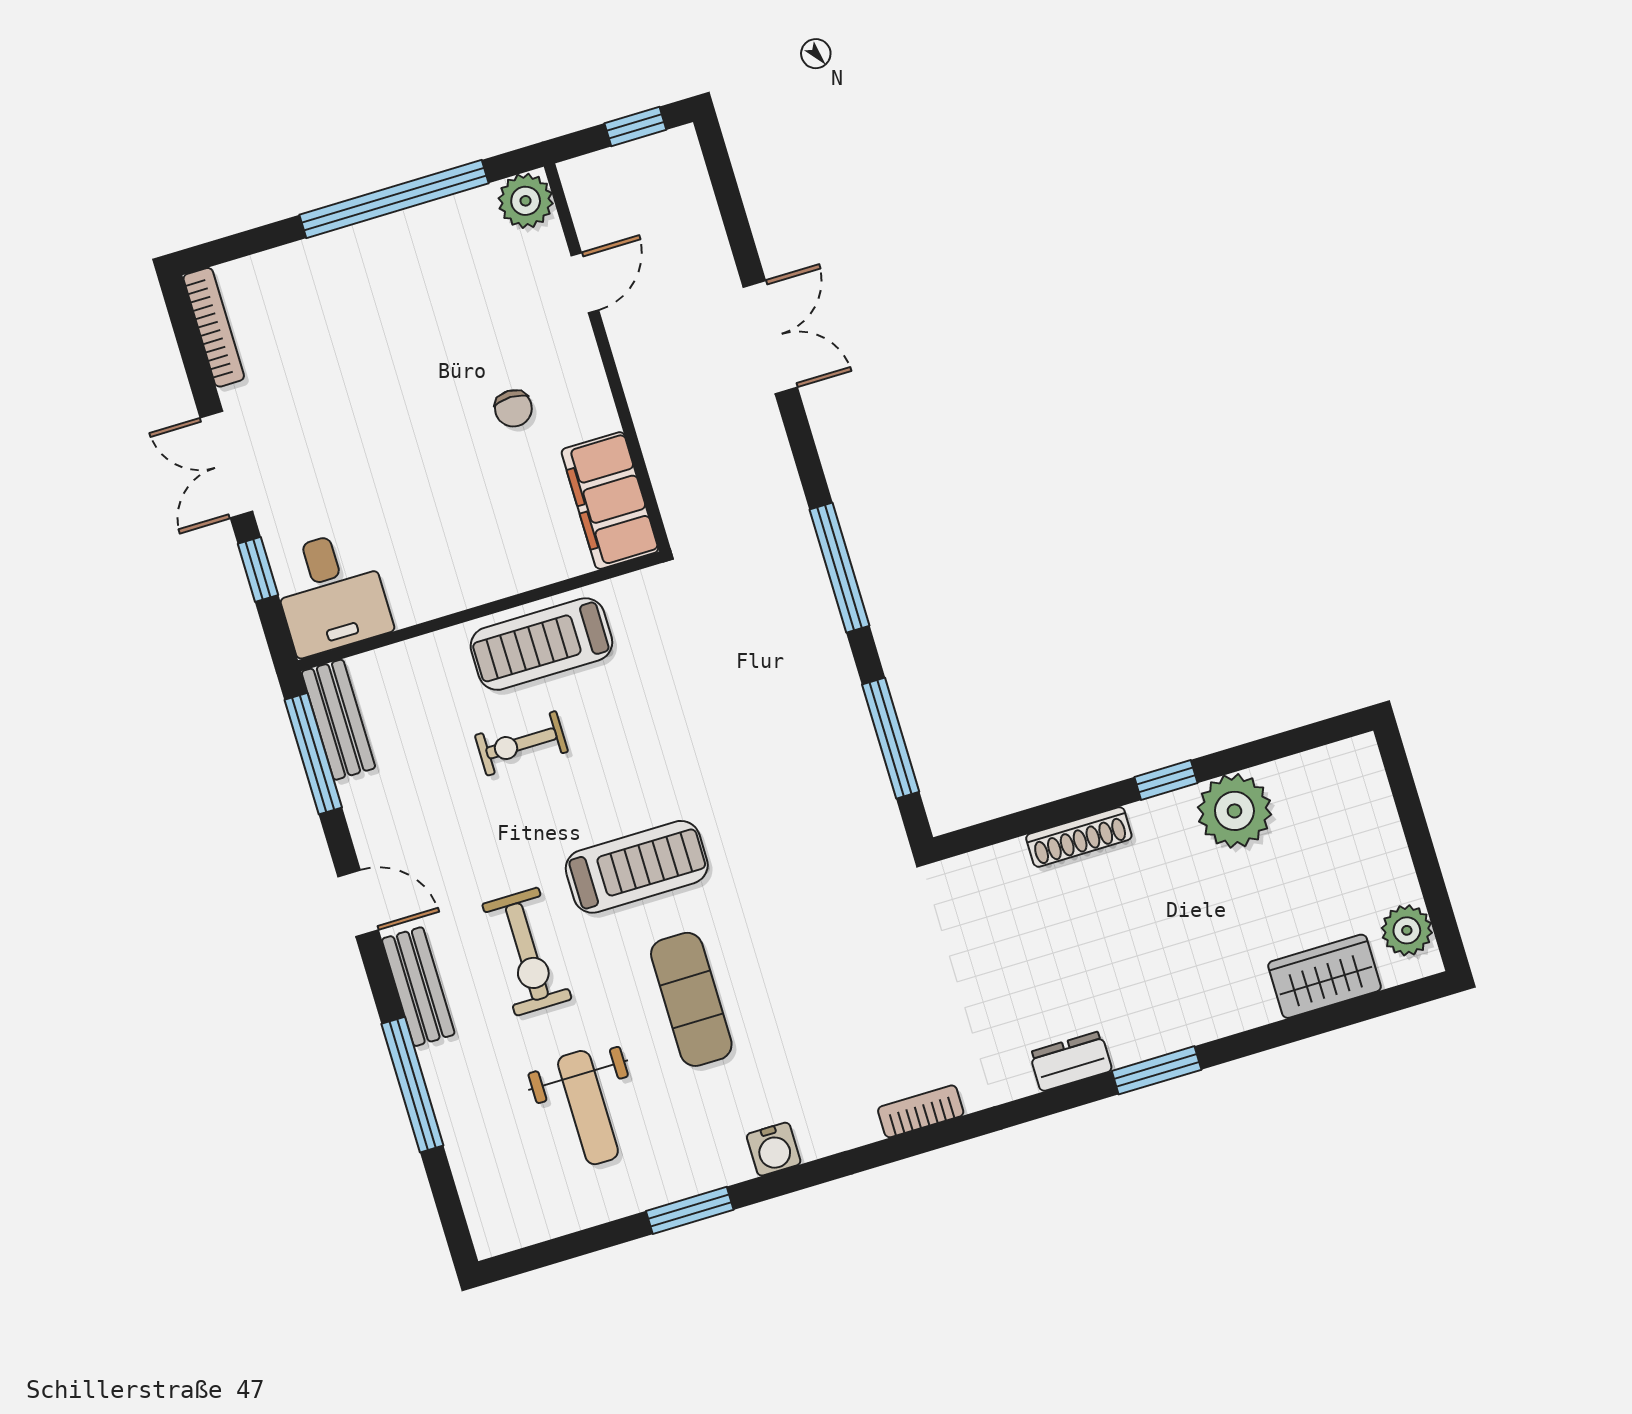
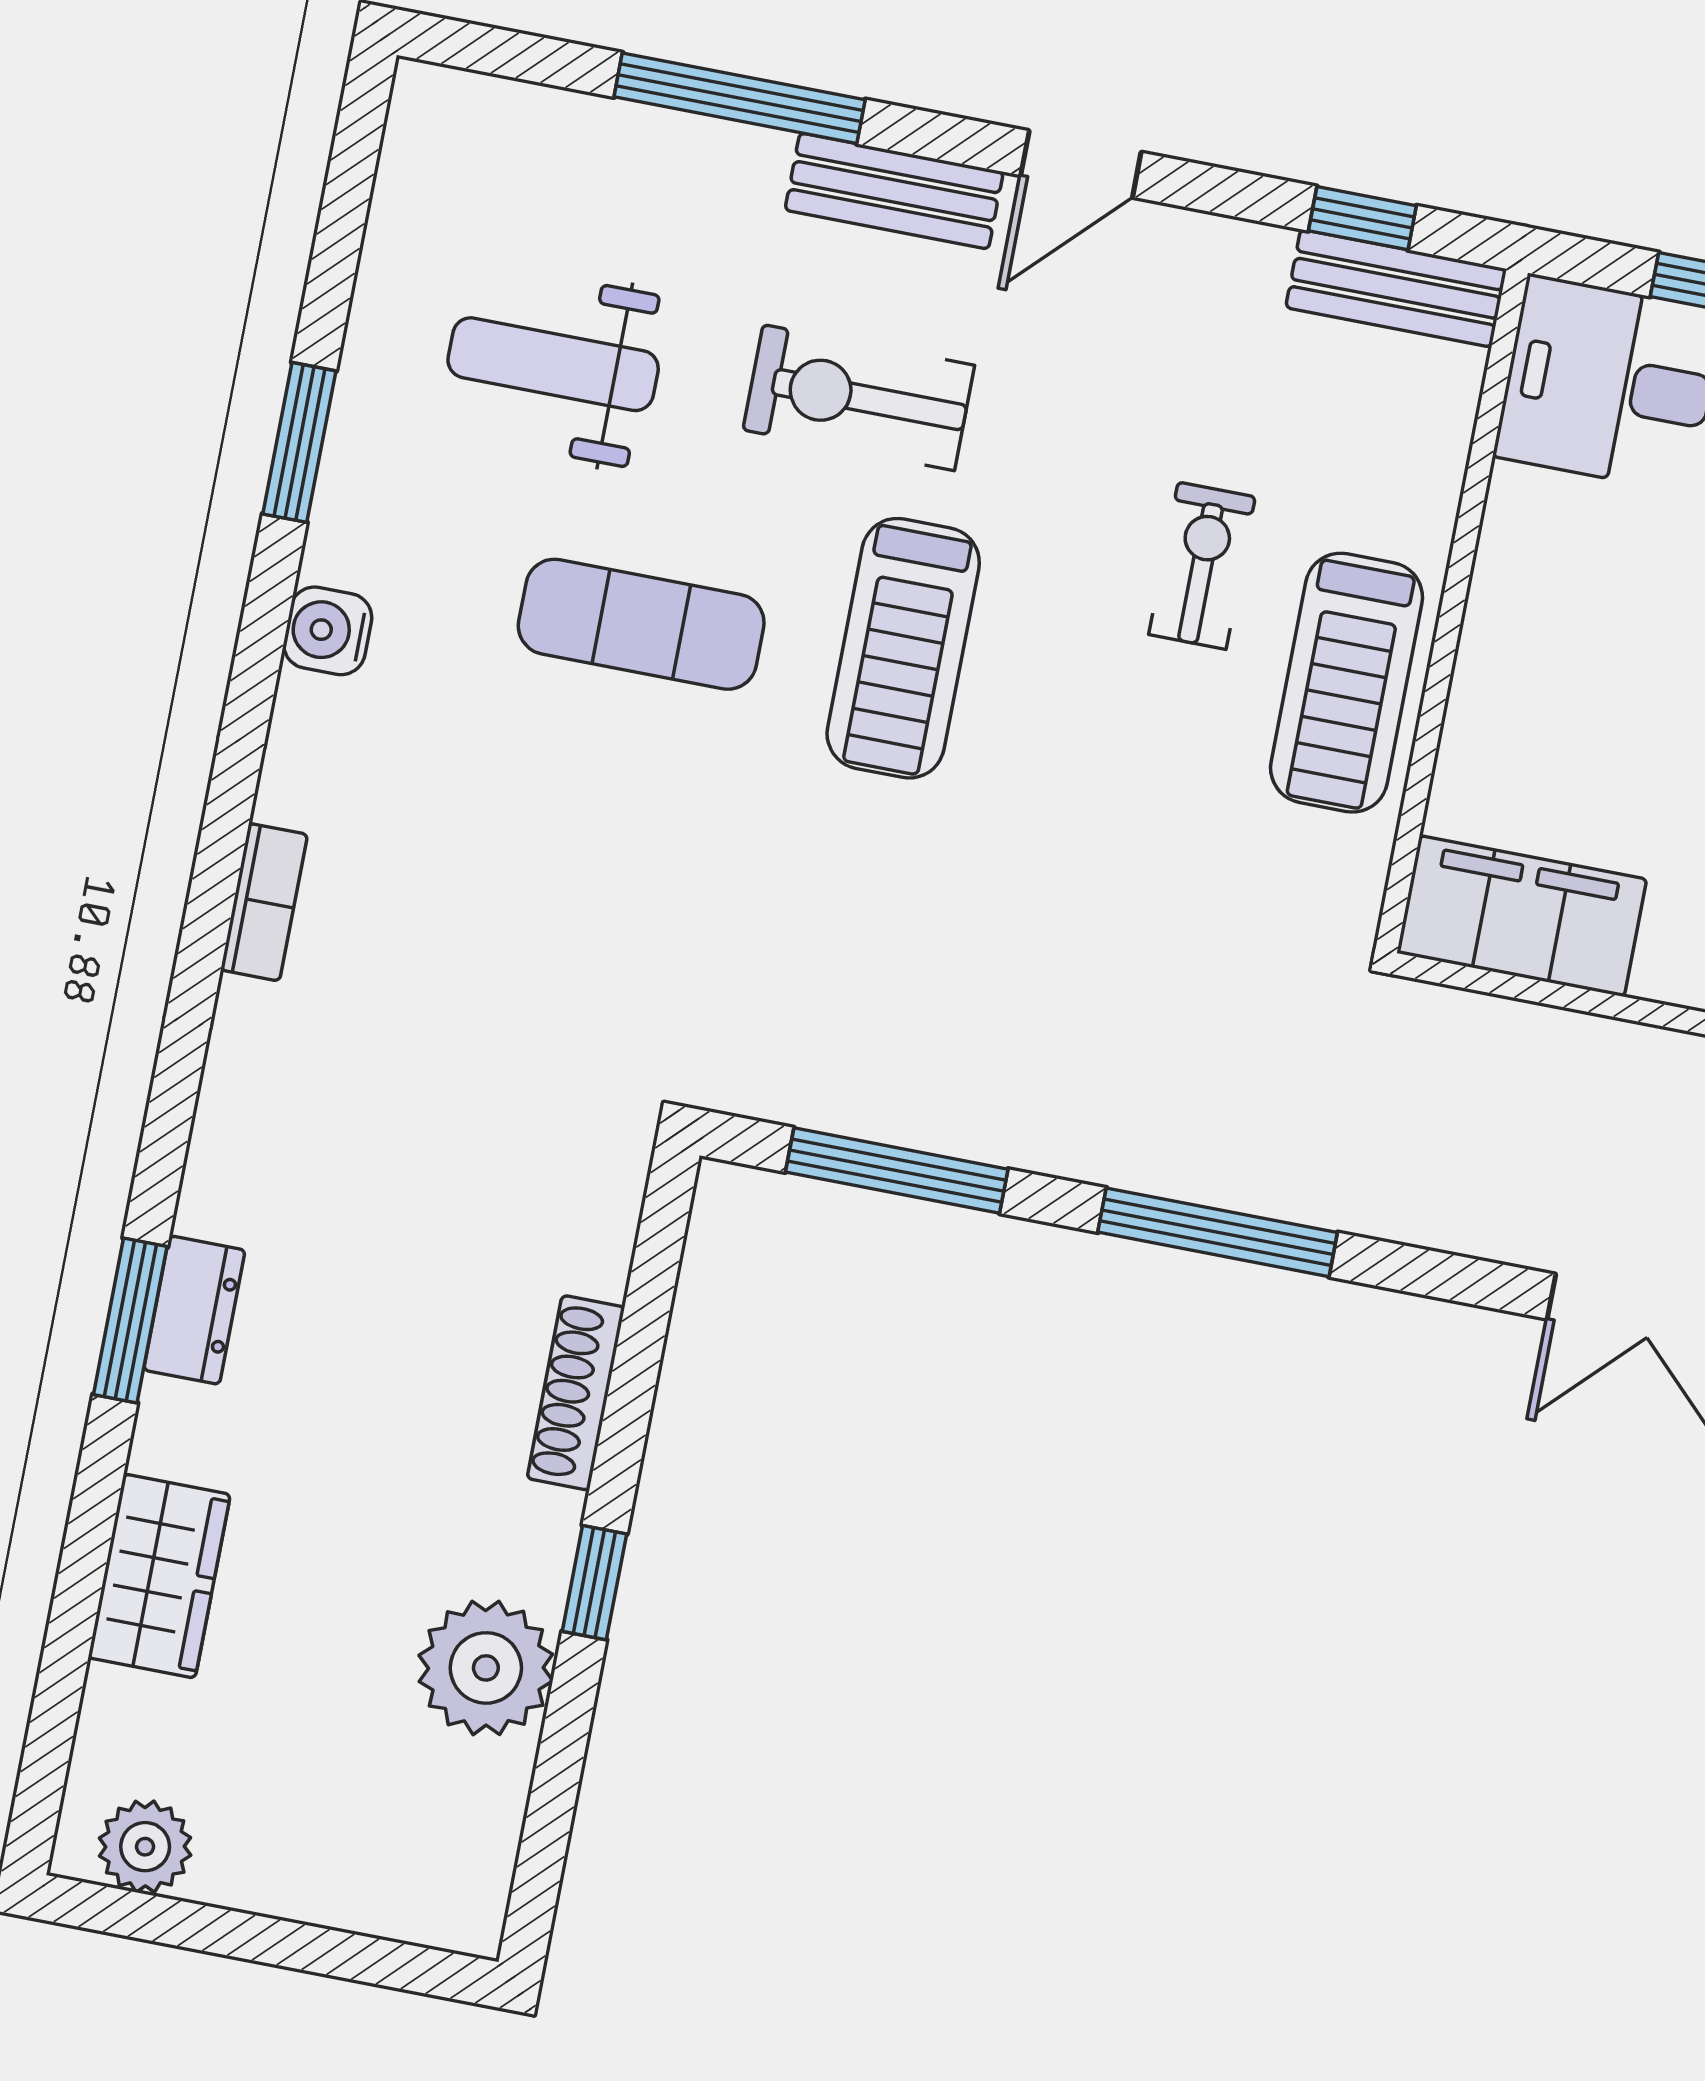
treadmill: (541, 644) -> (1347, 683), turned 180
window: (313, 754) -> (1362, 218), width x0.46
wardrobe: (1325, 976) -> (159, 1576), moved
dresser: (1071, 1061) -> (194, 1310), moved

